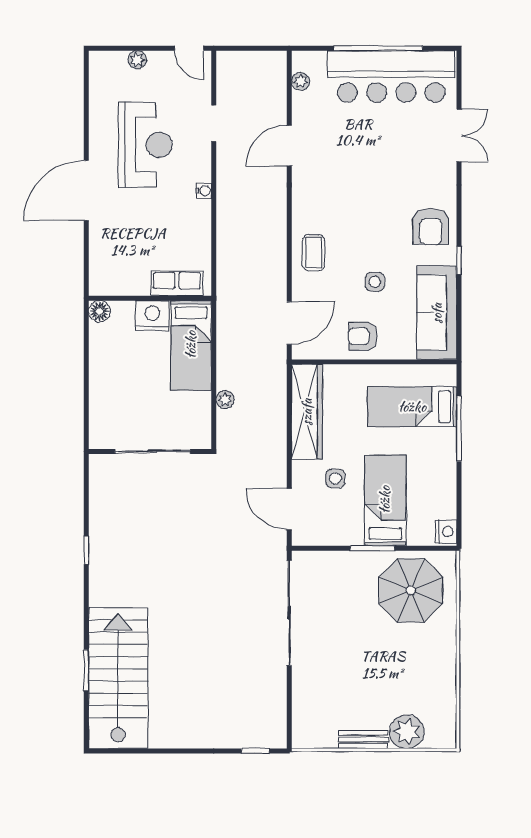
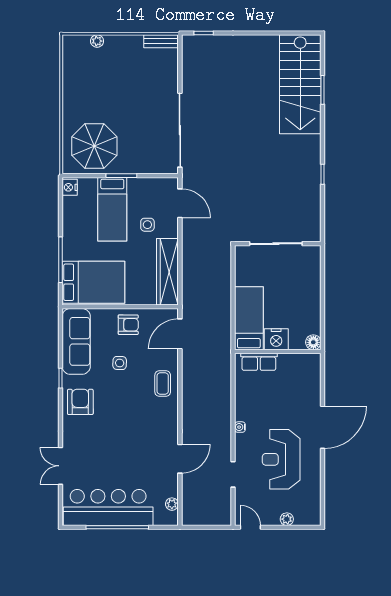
plant: (225, 400) -> (225, 280), removed
bed: (412, 407) -> (93, 282), width x1.50
plant: (407, 732) -> (97, 41), width x0.53, depth x0.53
bench: (364, 739) -> (161, 41), moved

